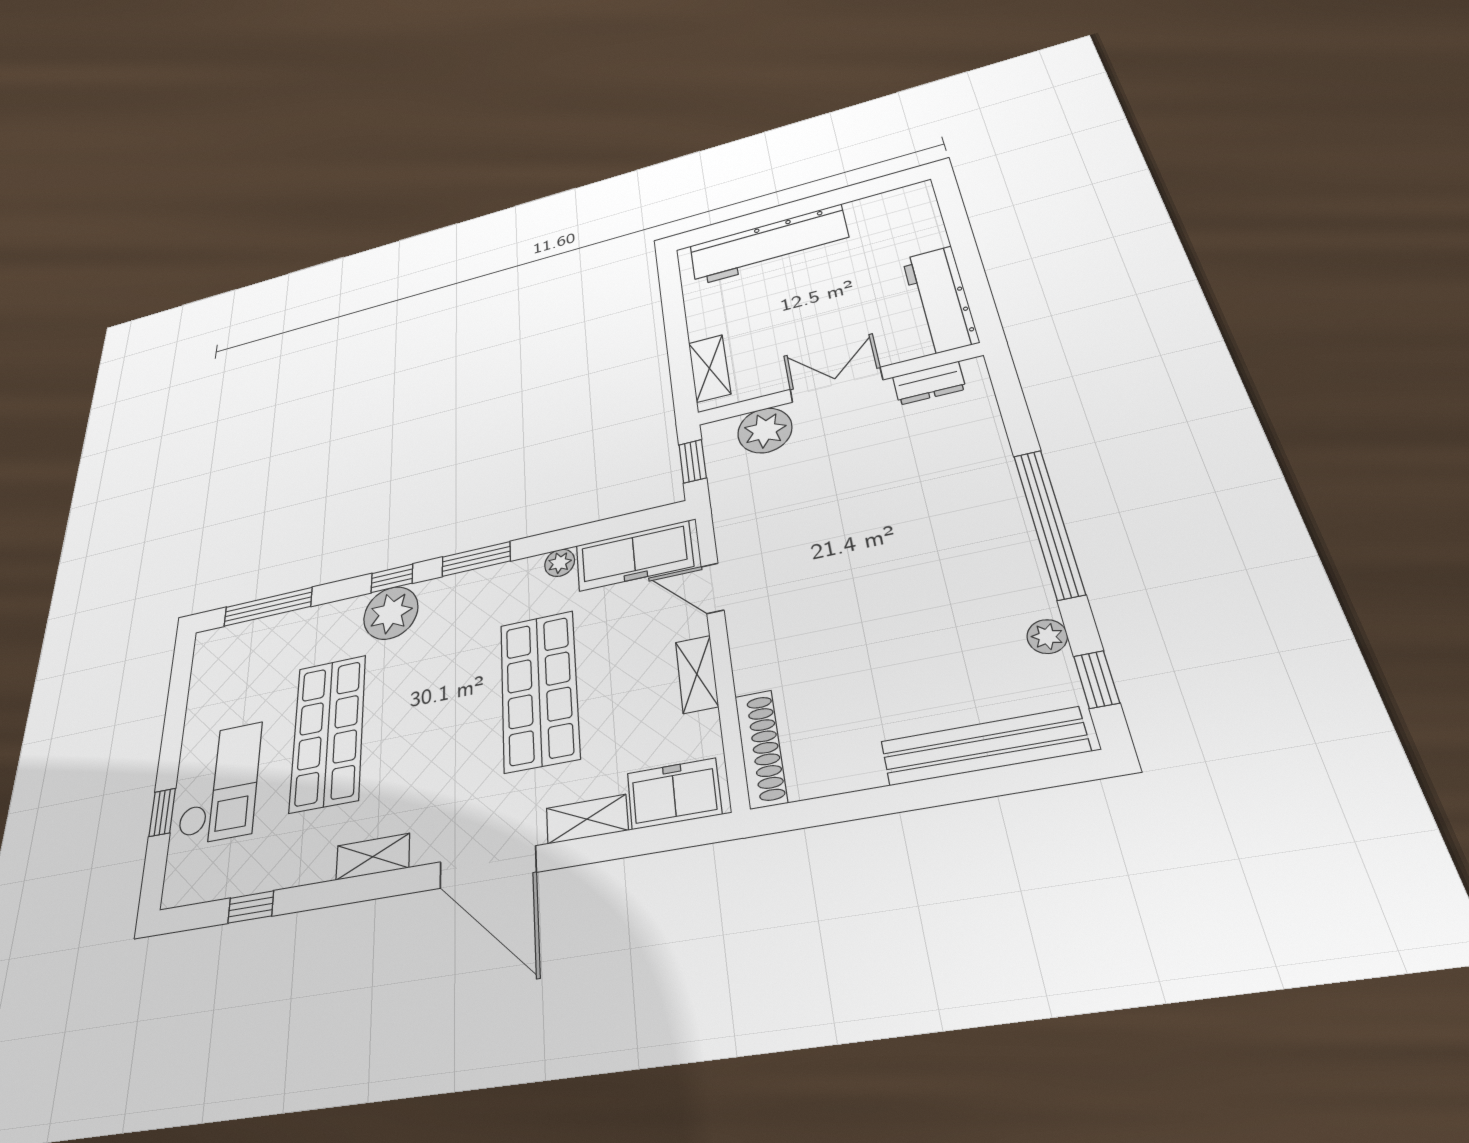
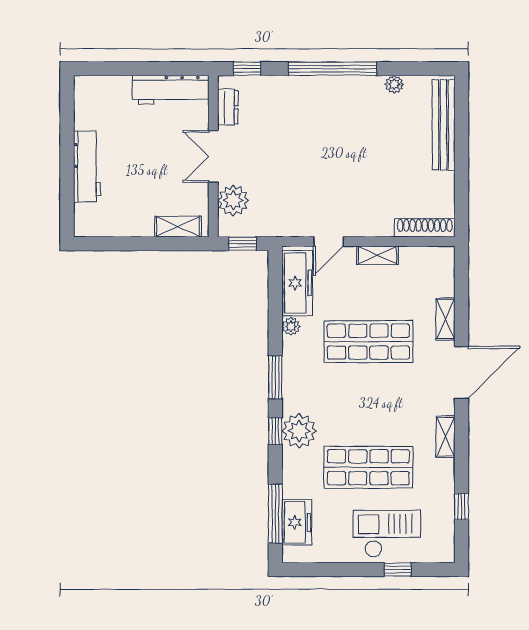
workbench: (768, 245) -> (87, 166), width x0.73, depth x0.76
window: (1097, 679) -> (247, 69), moved
freezer: (674, 794) -> (297, 522), moved, turned 180

